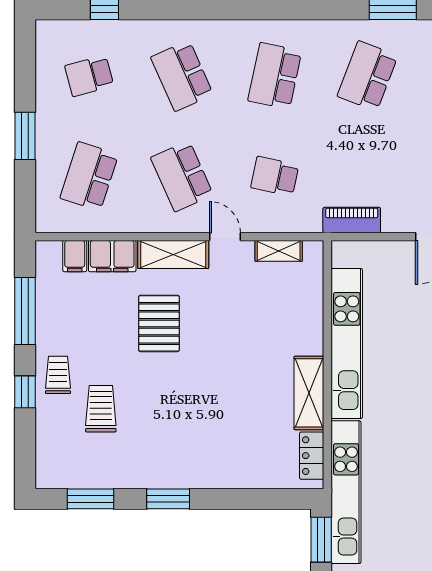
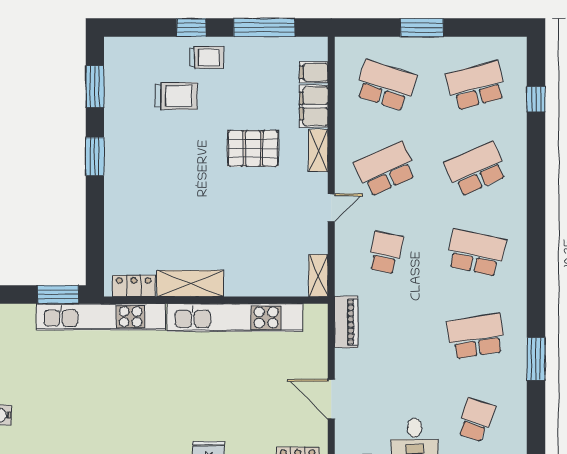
school desk: (89, 76) -> (476, 85), width x1.85
school desk: (368, 76) -> (476, 336), turned -30
shelving: (279, 251) -> (318, 276), moved
shelving: (173, 254) -> (318, 151), width x0.67, depth x0.75

